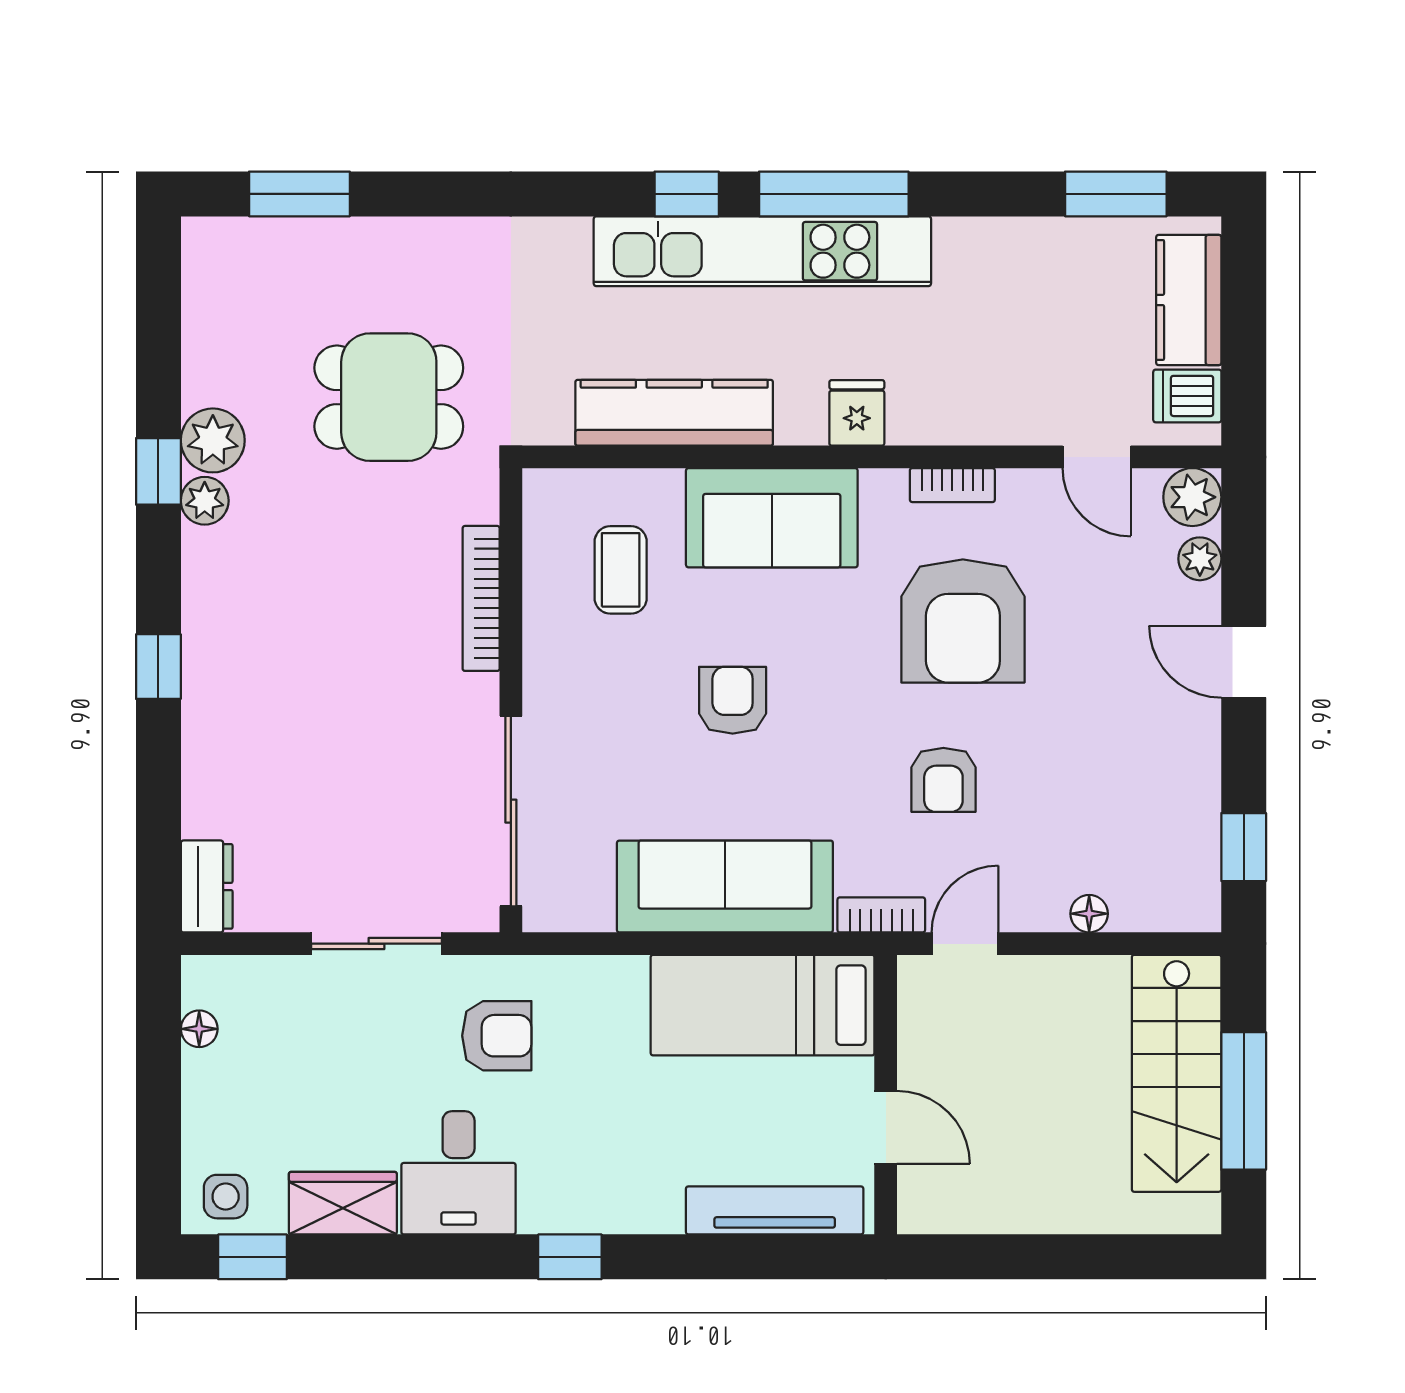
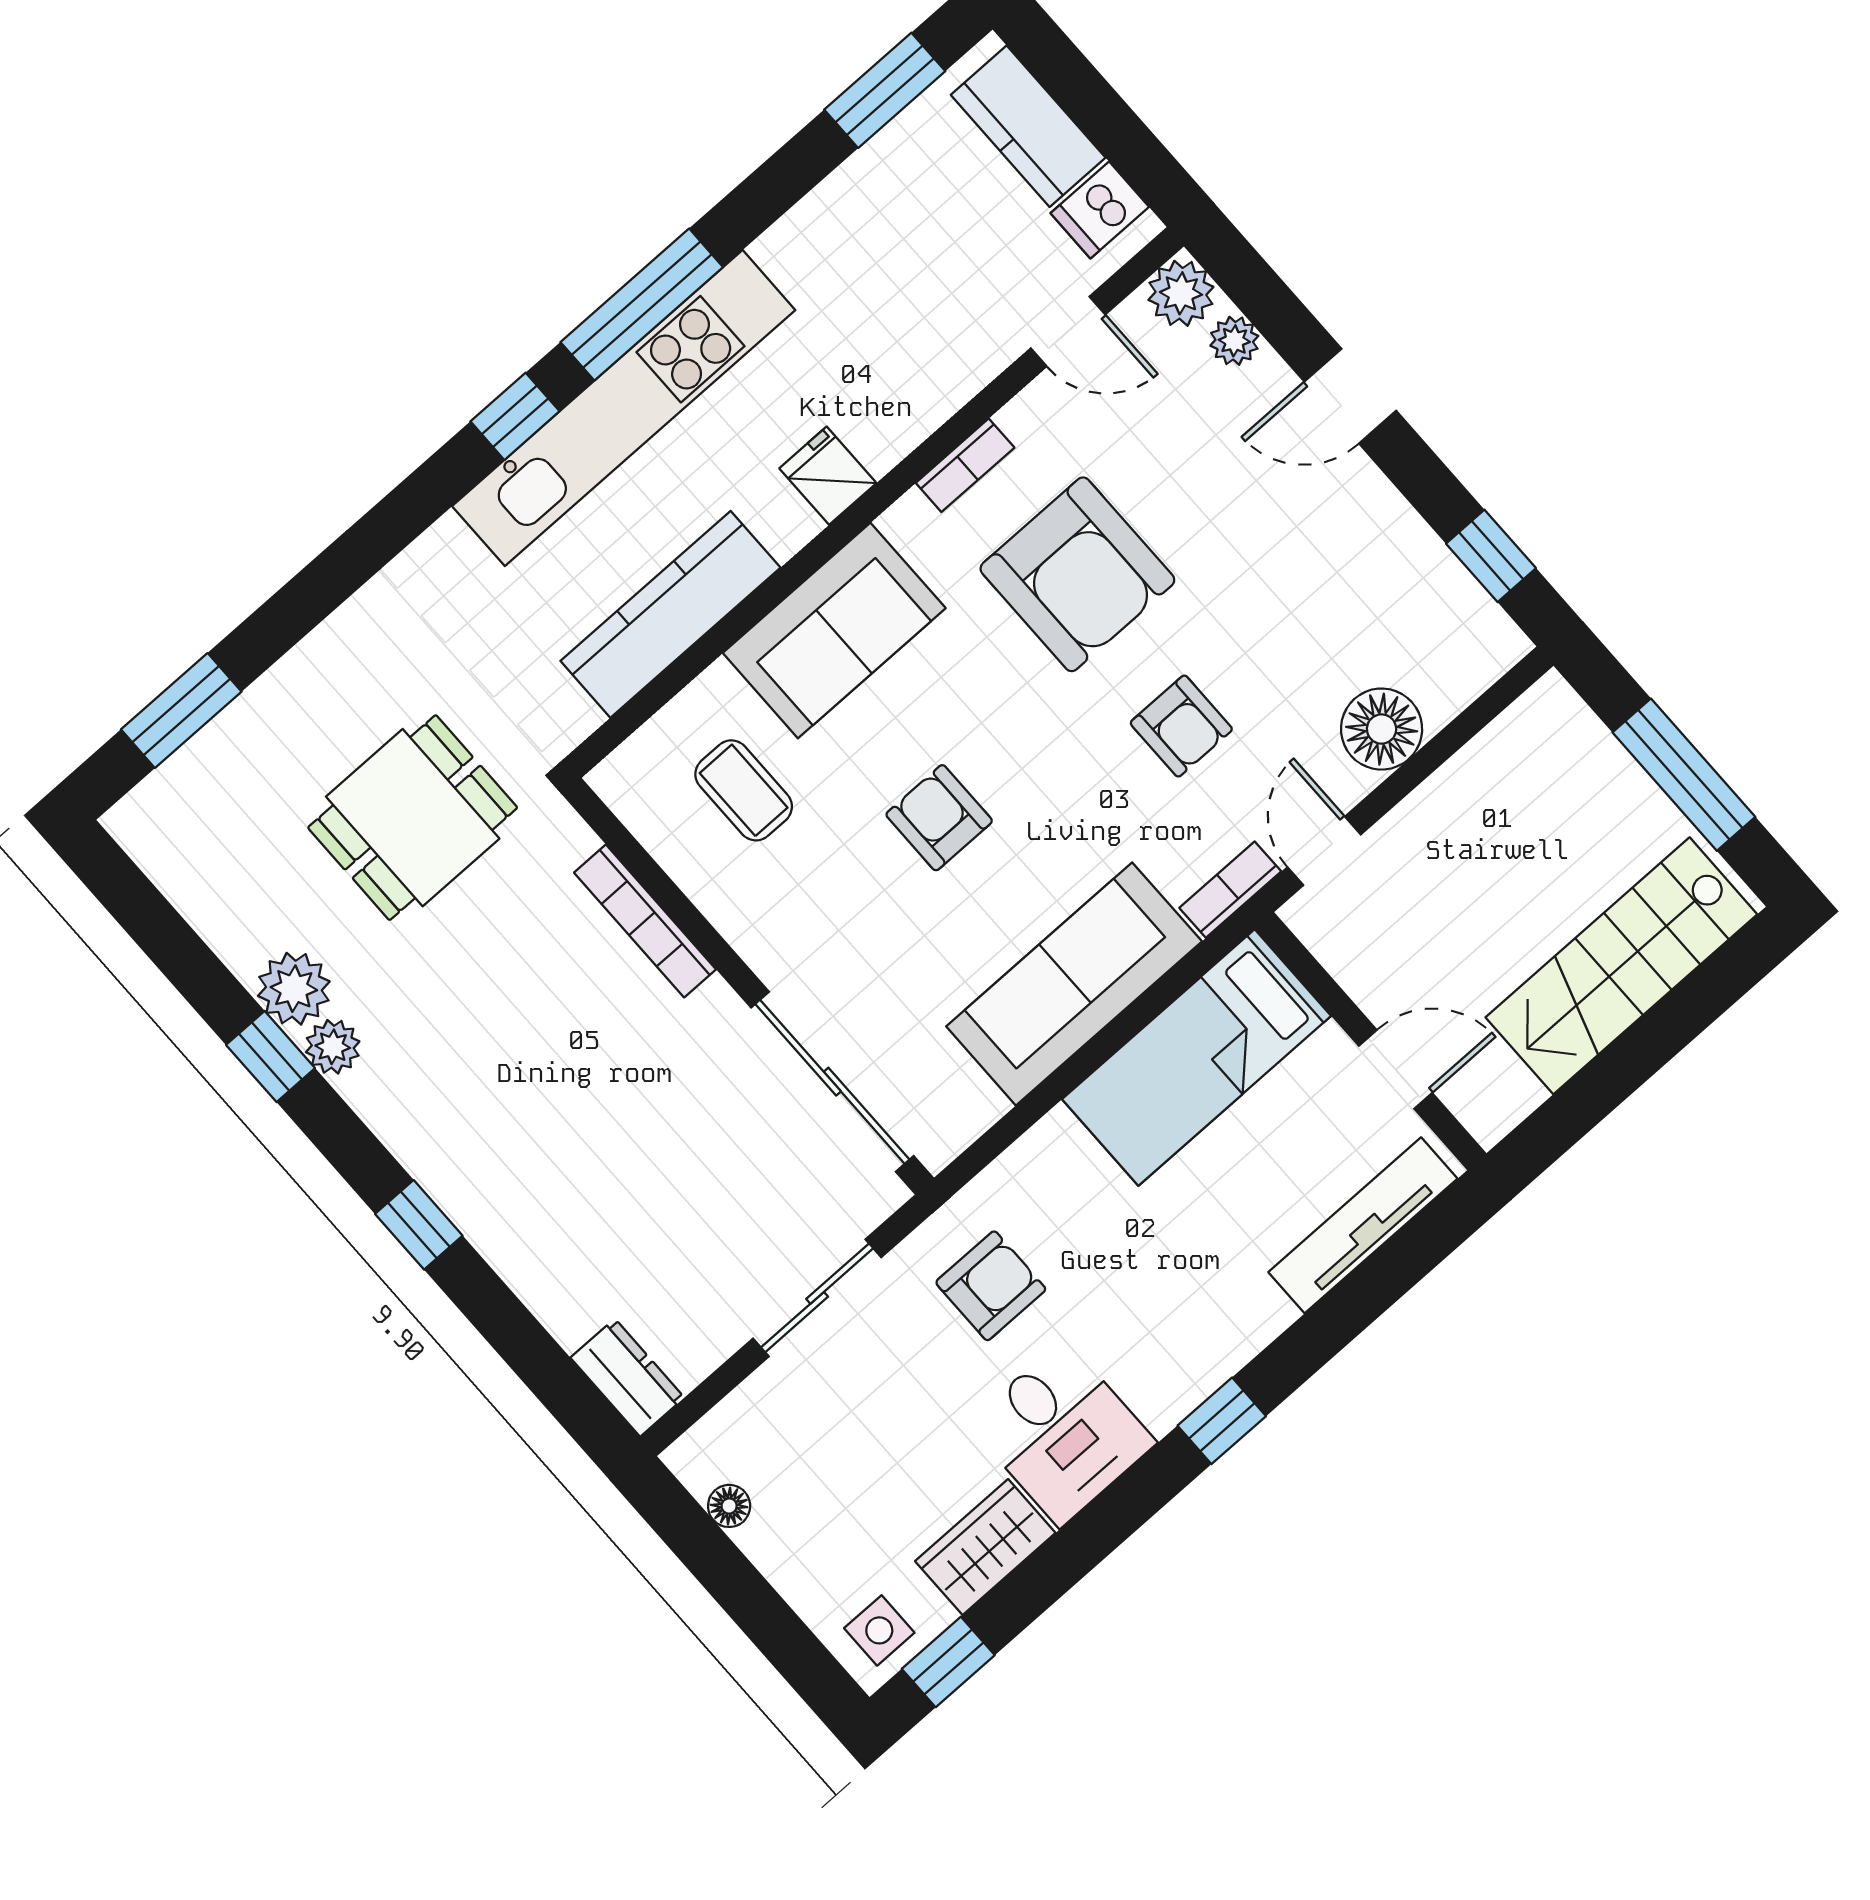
floor lamp: (1089, 914) -> (1382, 729), width x1.89, depth x1.89
stairs: (1177, 1073) -> (1621, 966), moved, turned 90

